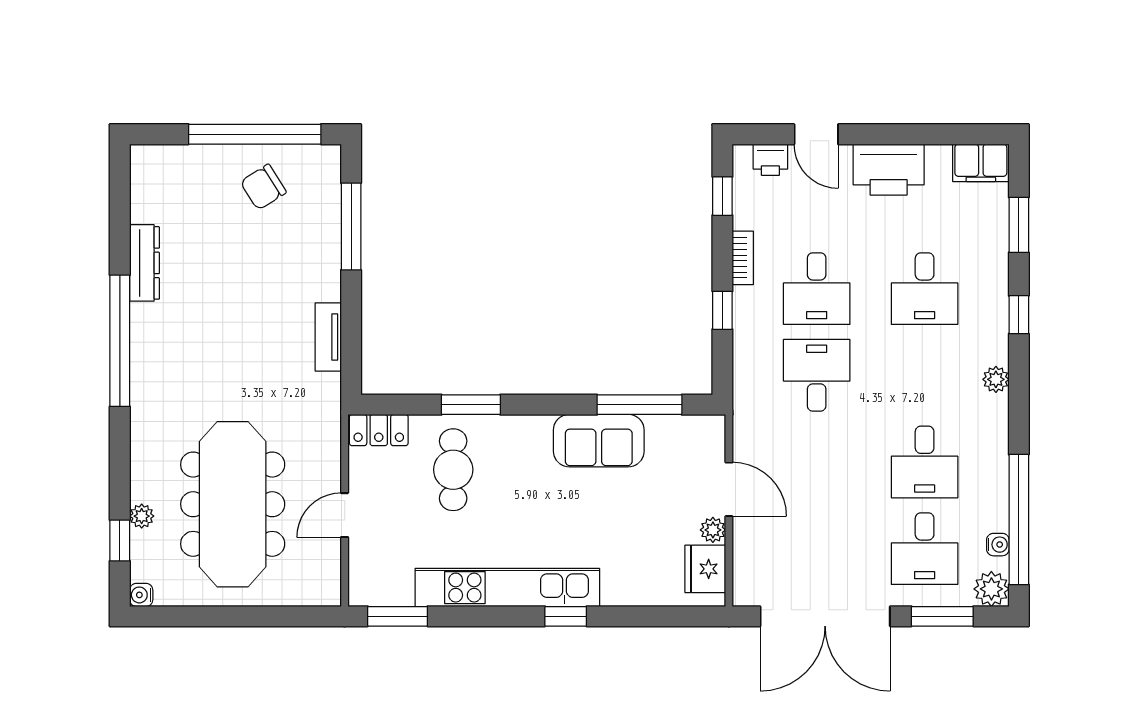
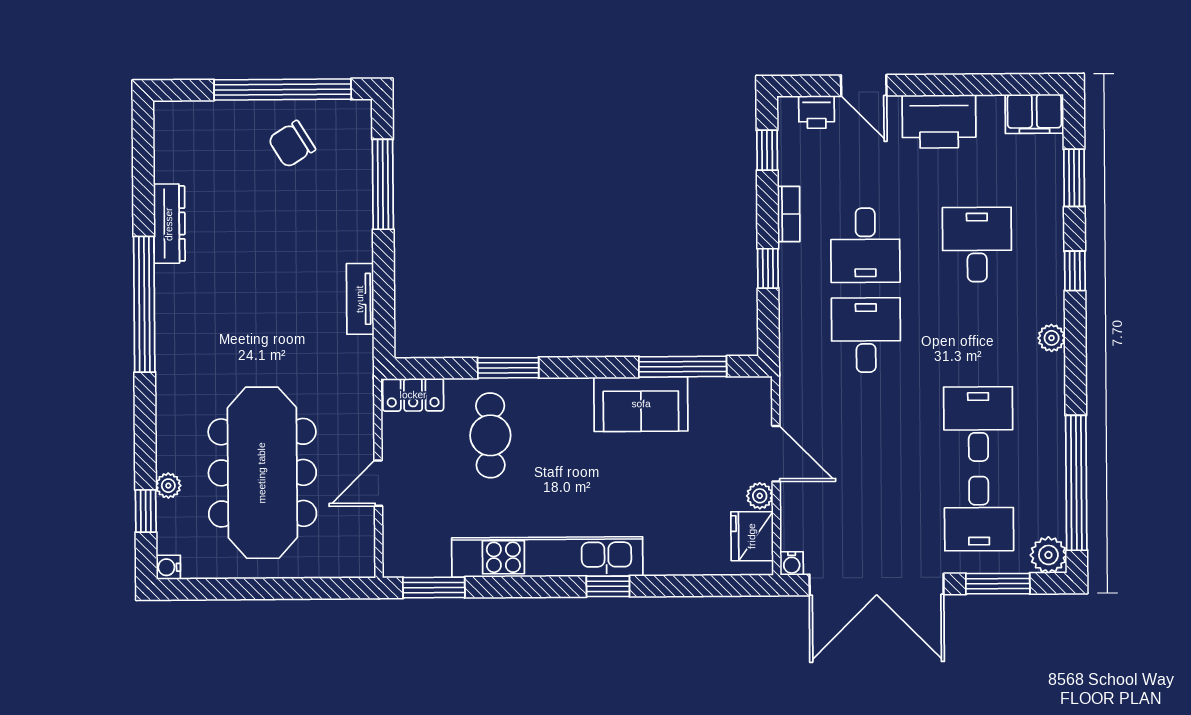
desk: (925, 289) -> (977, 244), turned 180
desk: (925, 462) -> (978, 424), turned 180
water cooler: (998, 545) -> (792, 563), moved, turned 90

